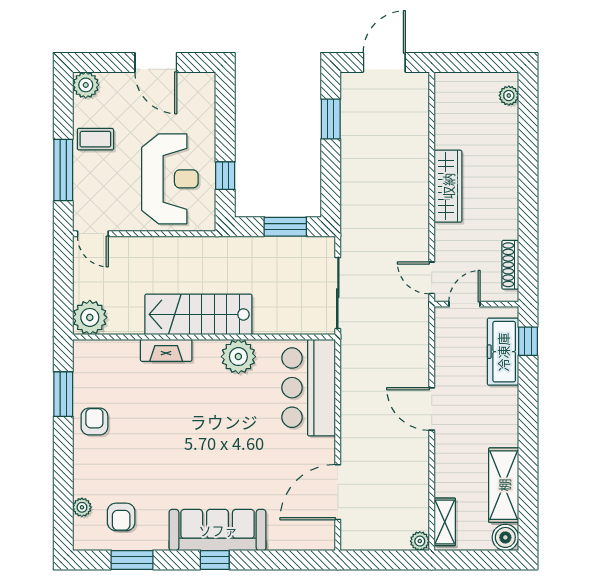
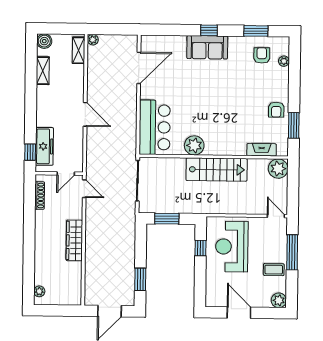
fireplace: (166, 350) -> (262, 150), moved
shelving: (504, 485) -> (43, 71), width x0.67, depth x0.75
sofa: (218, 530) -> (207, 47), width x0.73

